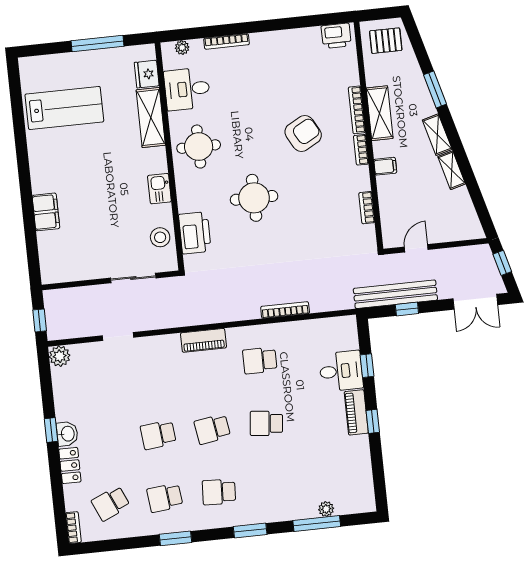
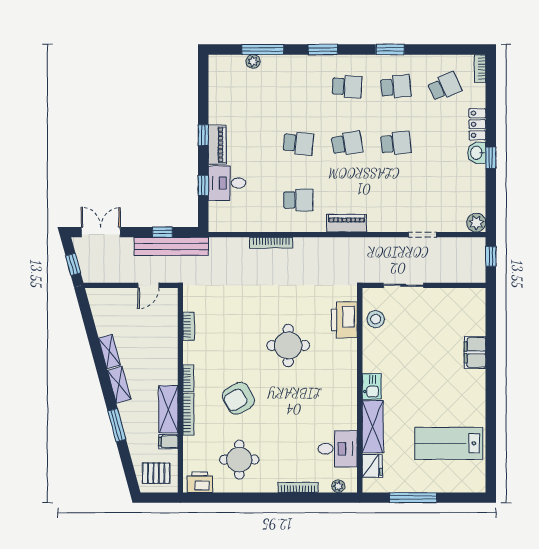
round table: (199, 147) -> (239, 460), moved
filing cabinet: (385, 166) -> (168, 442), moved
kitchen sink: (159, 189) -> (372, 386), moved

